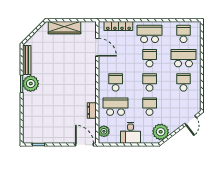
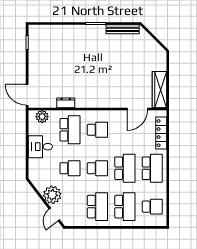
wardrobe: (64, 28) -> (159, 90), moved
school desk: (150, 58) -> (125, 168), width x1.85
school desk: (183, 82) -> (97, 207), width x1.85
plant: (31, 84) -> (96, 34), removed
door: (190, 120) -> (54, 214), hinge flipped
plant: (161, 132) -> (52, 195), moved
door: (85, 145) -> (27, 95), swing flipped

